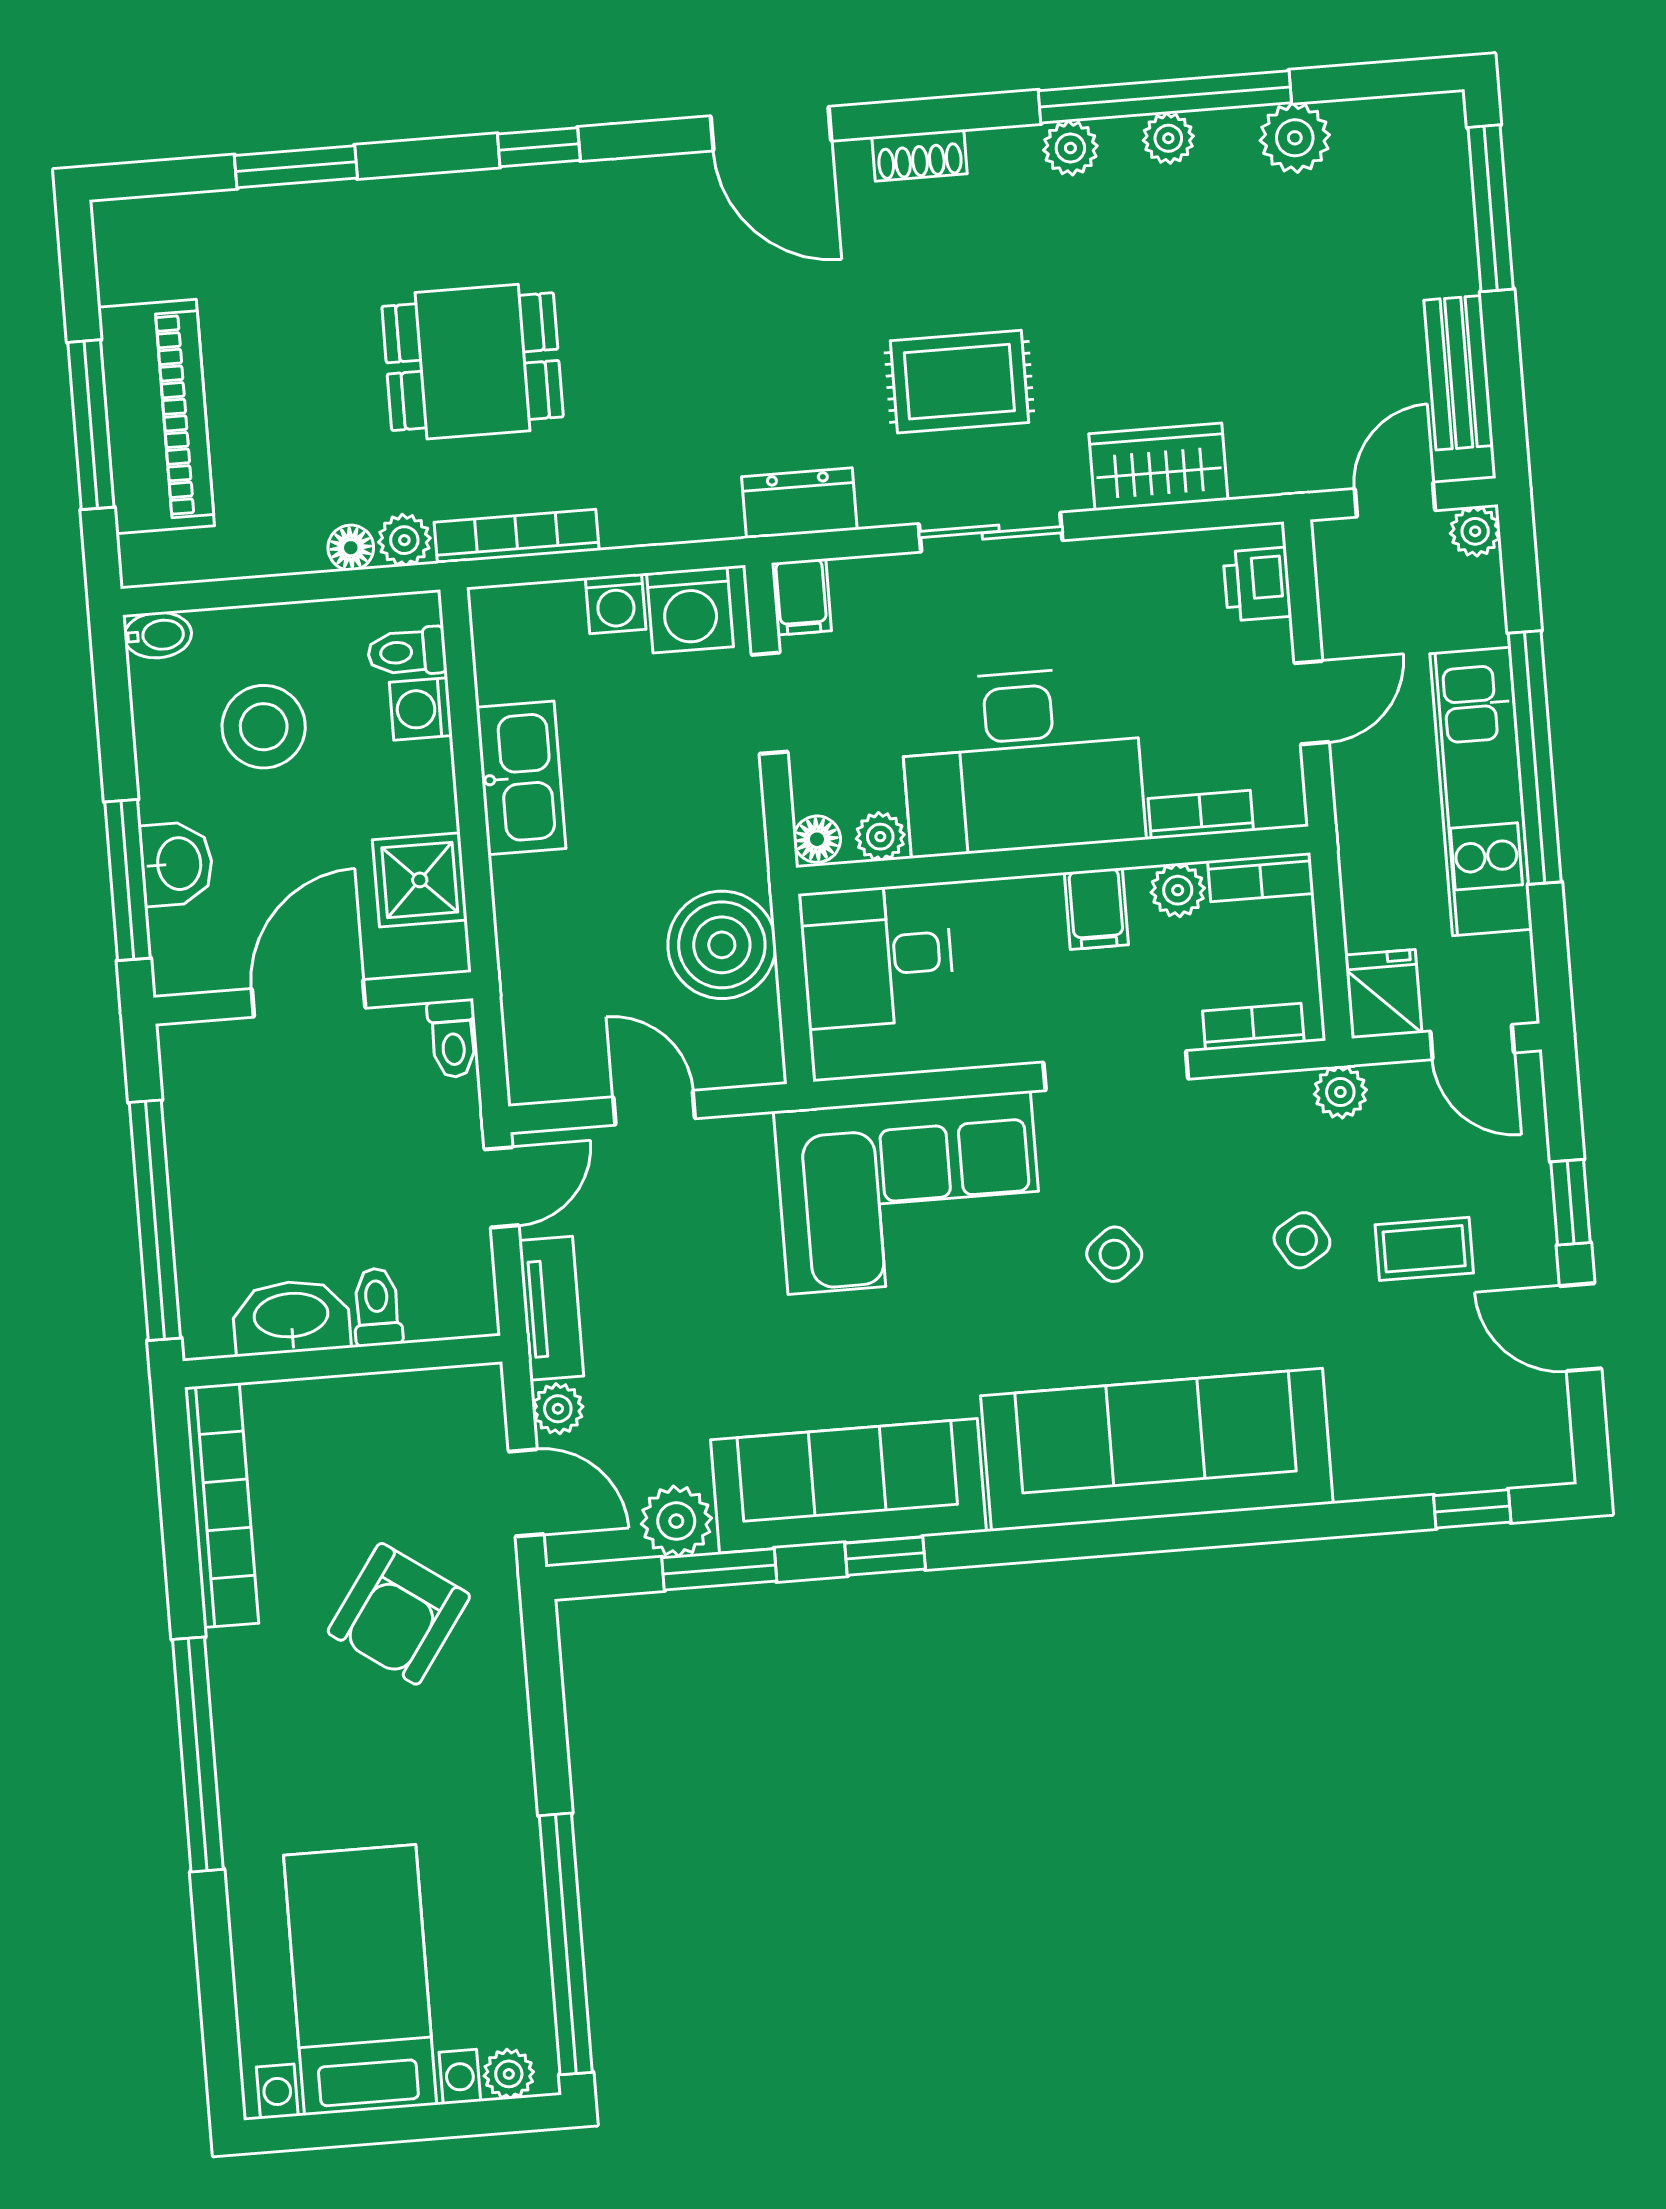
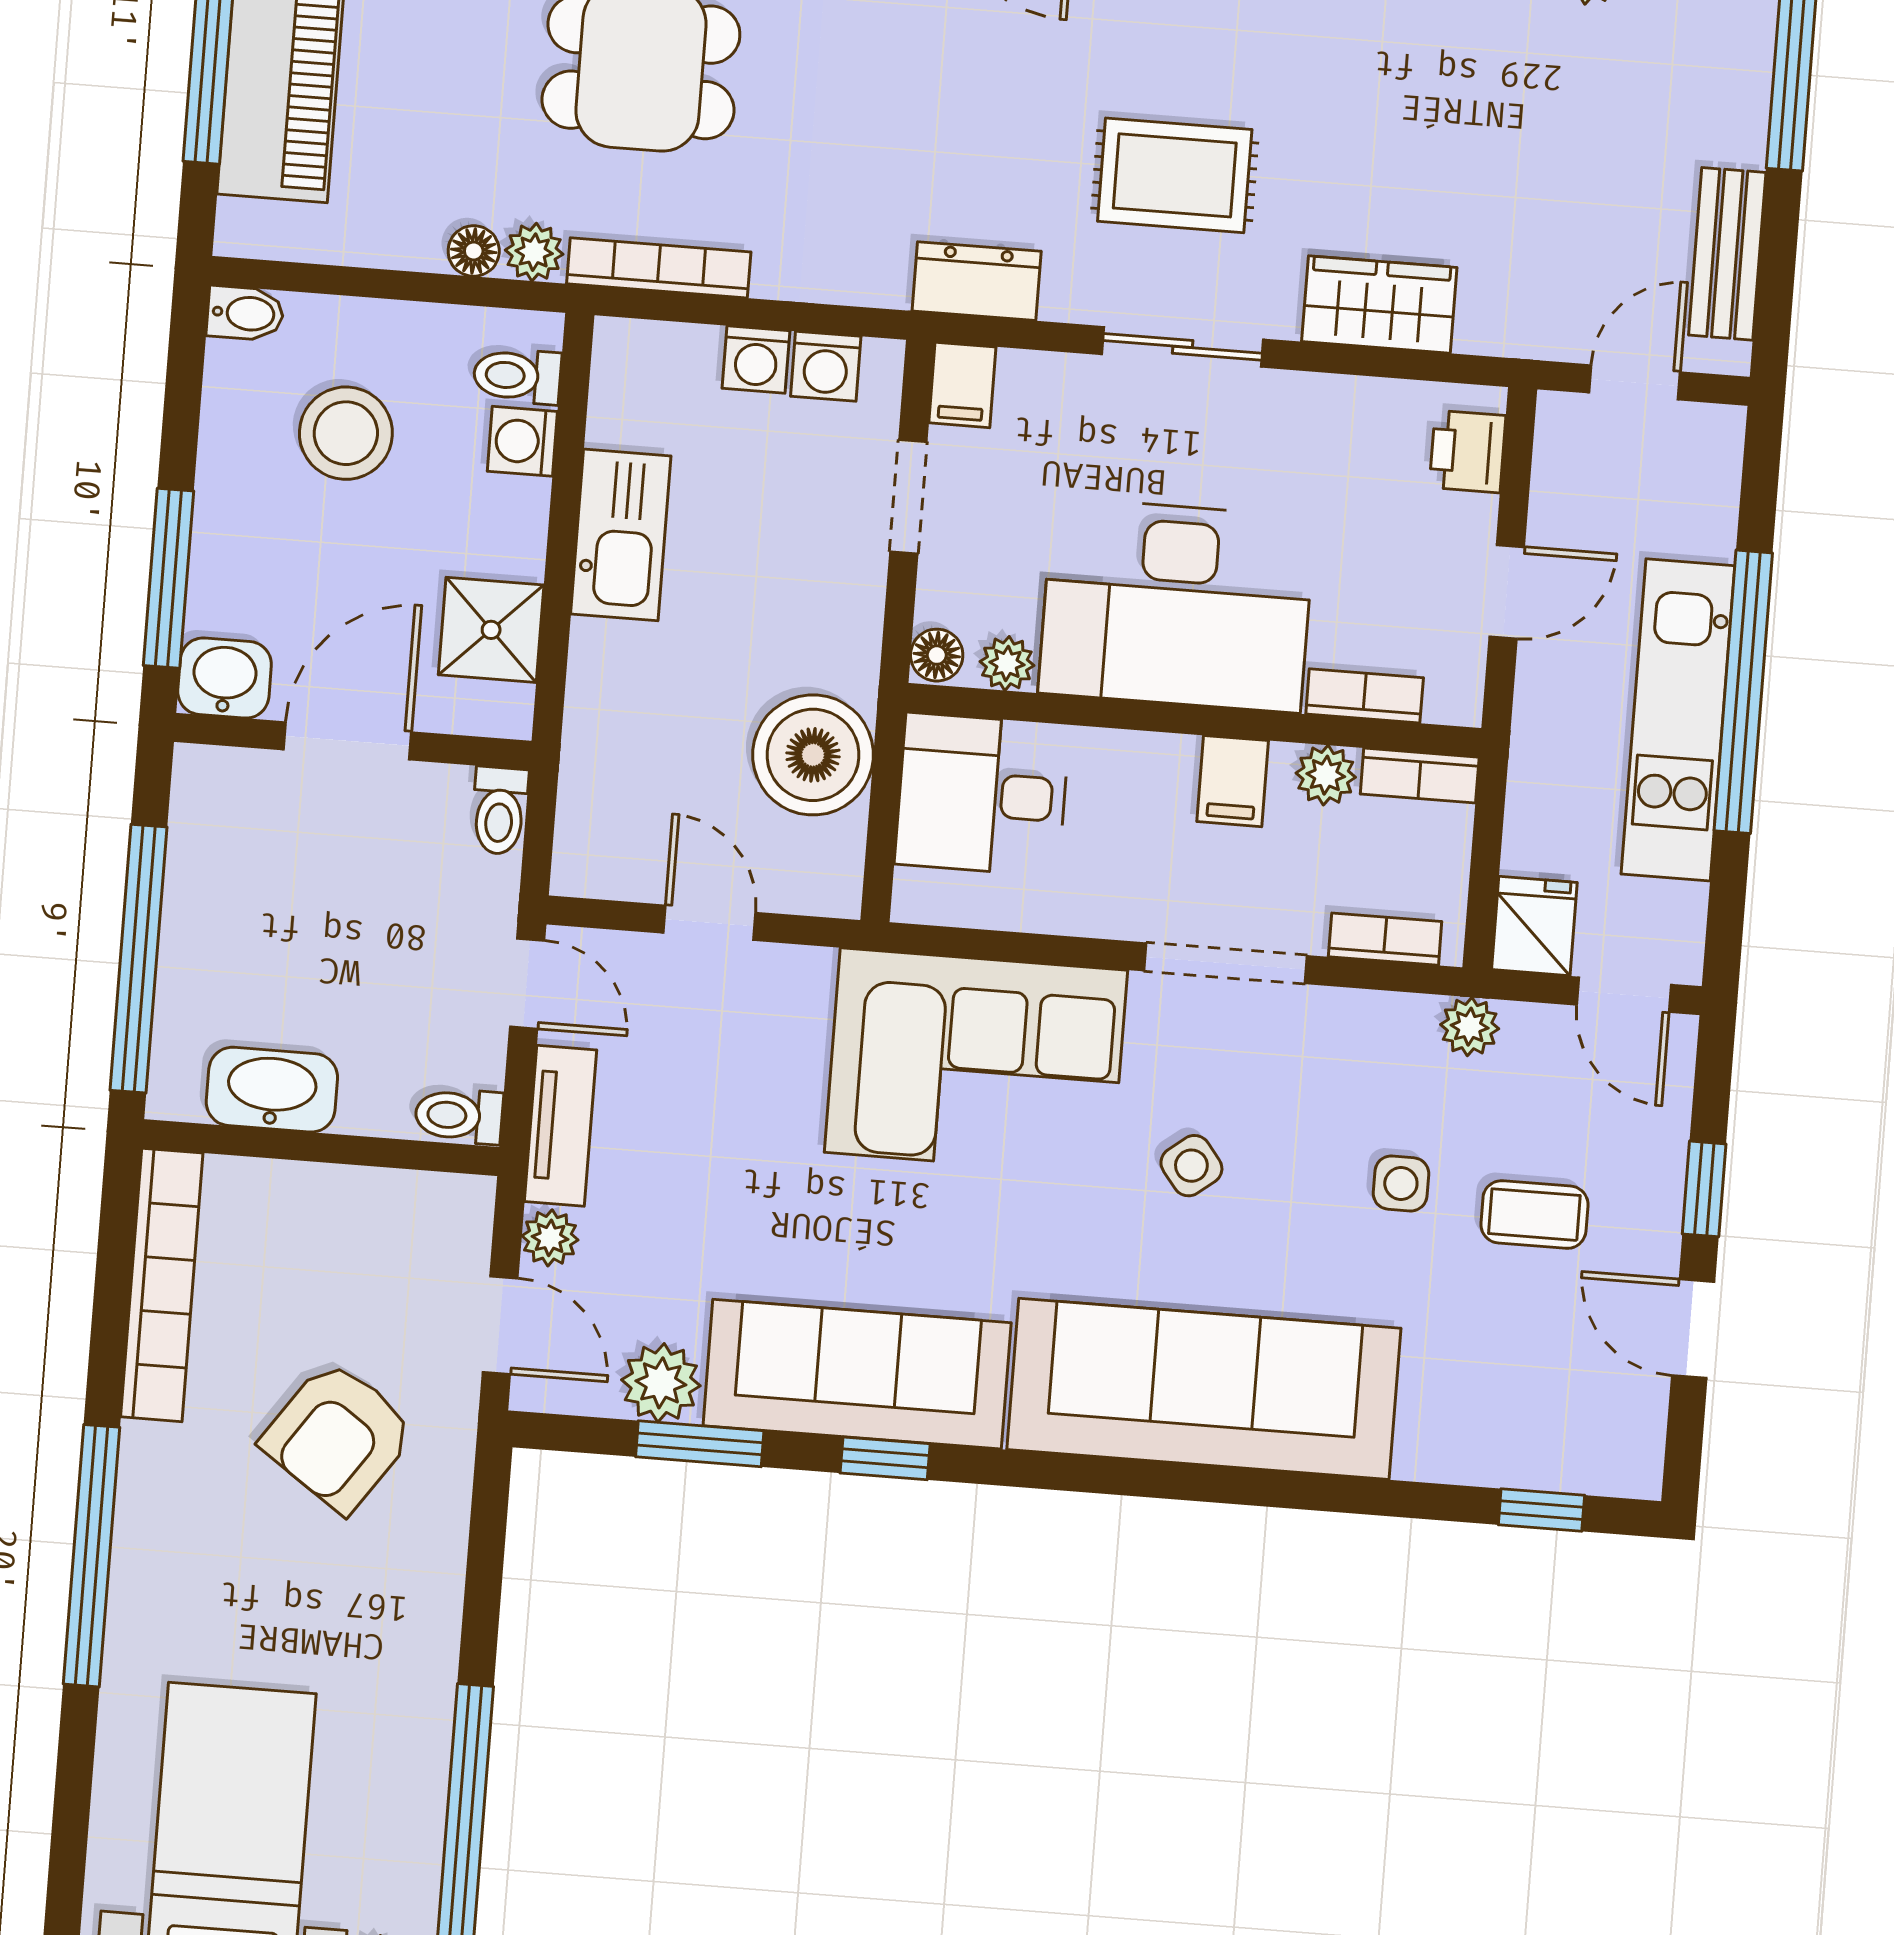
plant: (1475, 531) -> (1717, 432), removed
washing machine: (690, 610) -> (826, 366), width x0.73, depth x0.73
washbasin: (177, 864) -> (225, 678), moved, turned -90
door: (502, 1187) -> (527, 984), hinge flipped
side table: (1302, 1240) -> (1401, 1183), turned 31
toilet: (377, 1307) -> (459, 1116), moved, turned -90

